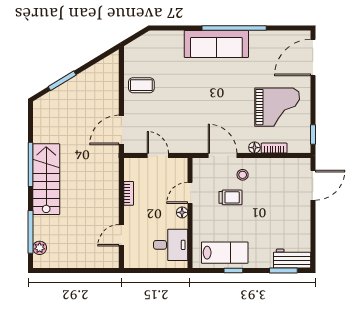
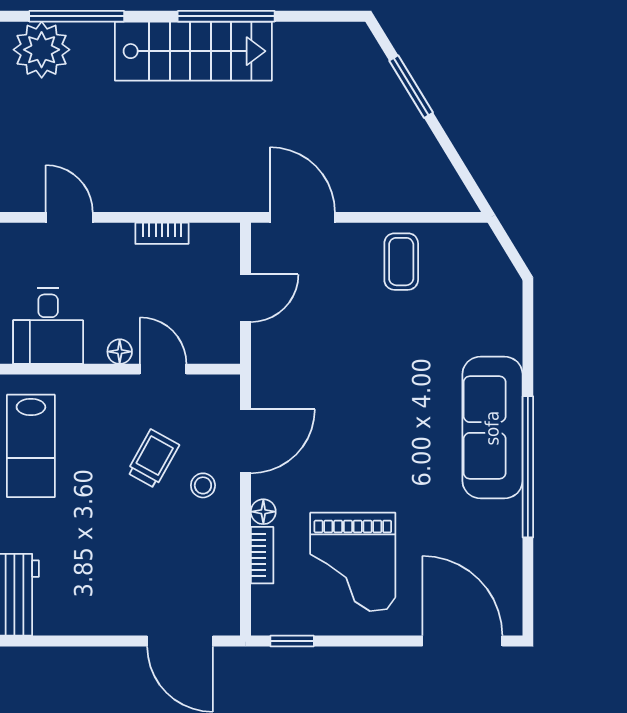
trolley: (230, 197) -> (153, 459), turned -151
plant: (40, 248) -> (42, 50), width x1.87, depth x1.87

